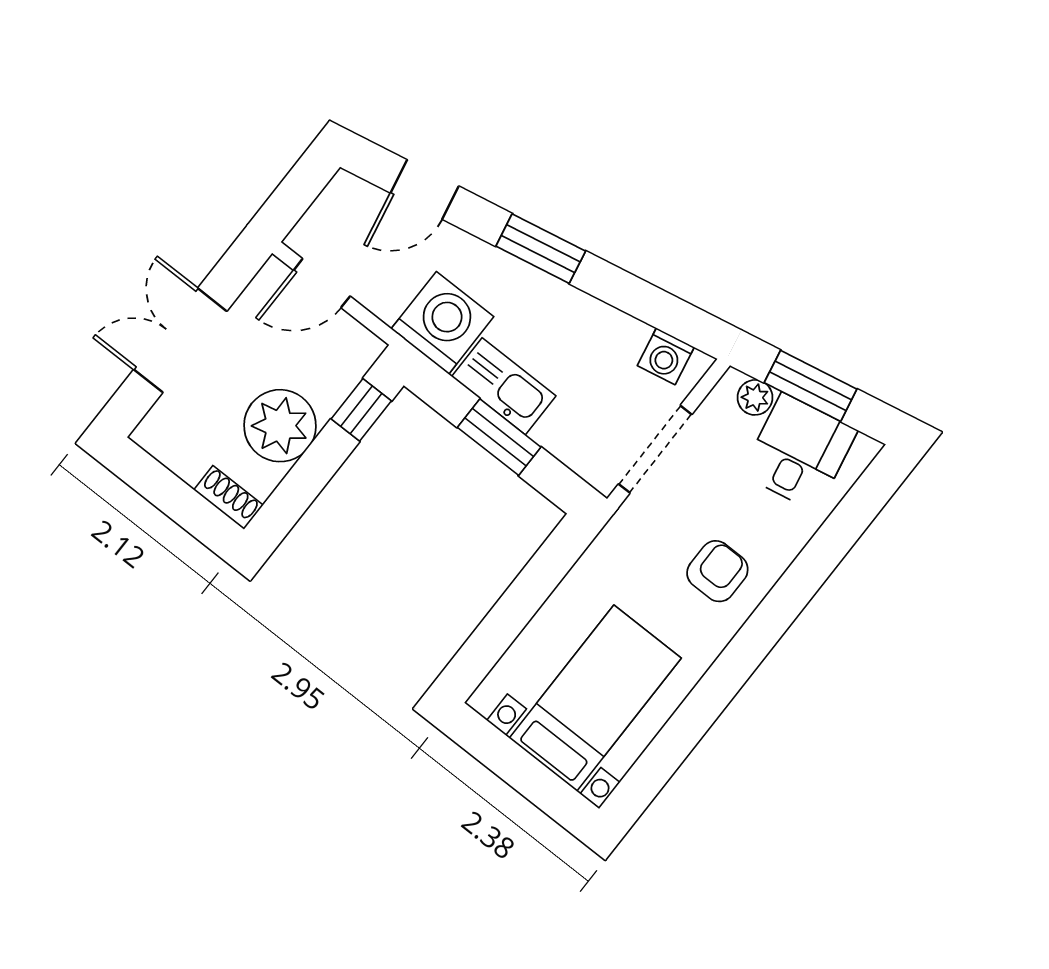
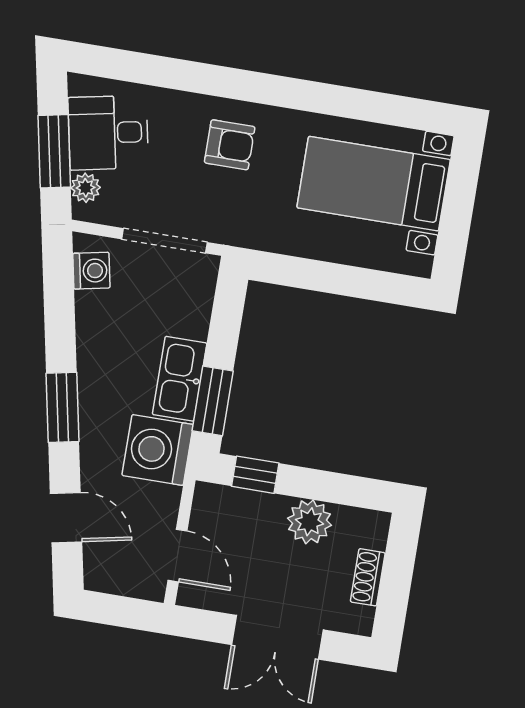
plant: (280, 426) -> (309, 522), width x0.73, depth x0.73
window: (499, 437) -> (213, 401), moved
shoe rack: (228, 497) -> (368, 577), moved
armchair: (717, 571) -> (230, 145), turned 180

